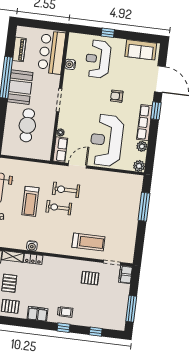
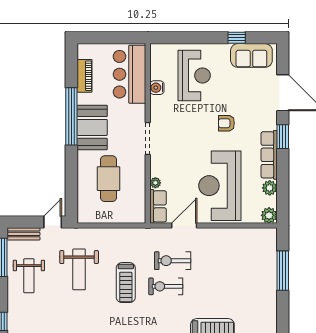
window: (108, 33) -> (237, 38), moved
reception desk: (98, 59) -> (194, 75), turned 180

